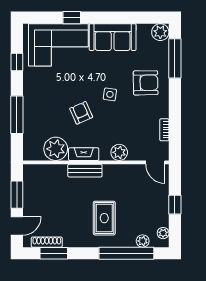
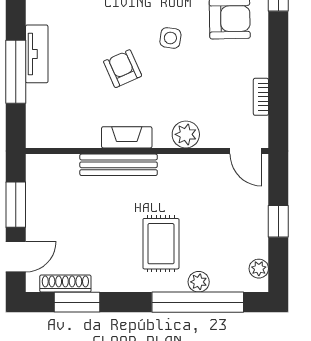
tv unit: (30, 104) -> (37, 54), added
plant: (56, 149) -> (80, 128), removed
bench: (85, 171) -> (119, 165), width x1.36
plant: (143, 241) -> (199, 282), moved

